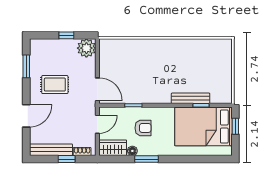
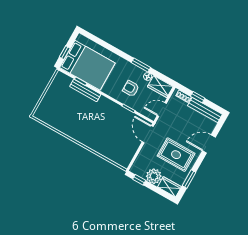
window: (66, 35) -> (139, 180), moved
wardrobe: (42, 46) -> (169, 187), added
plant: (86, 48) -> (154, 176), moved
rug: (55, 85) -> (176, 155), width x1.36, depth x1.43

